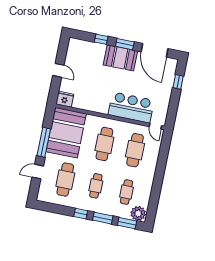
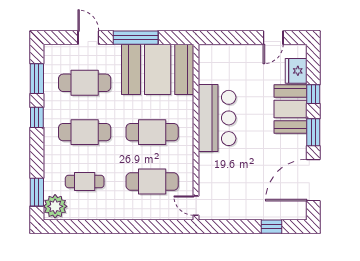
booth: (120, 58) -> (290, 109), moved
door: (58, 70) -> (273, 38), moved
fridge: (65, 99) -> (296, 71), moved, turned 180
bar counter: (131, 107) -> (217, 118), moved
door: (155, 126) -> (196, 206), hinge flipped
cafe table: (96, 186) -> (85, 132), width x1.37, depth x1.35
window: (103, 218) -> (37, 79), moved

